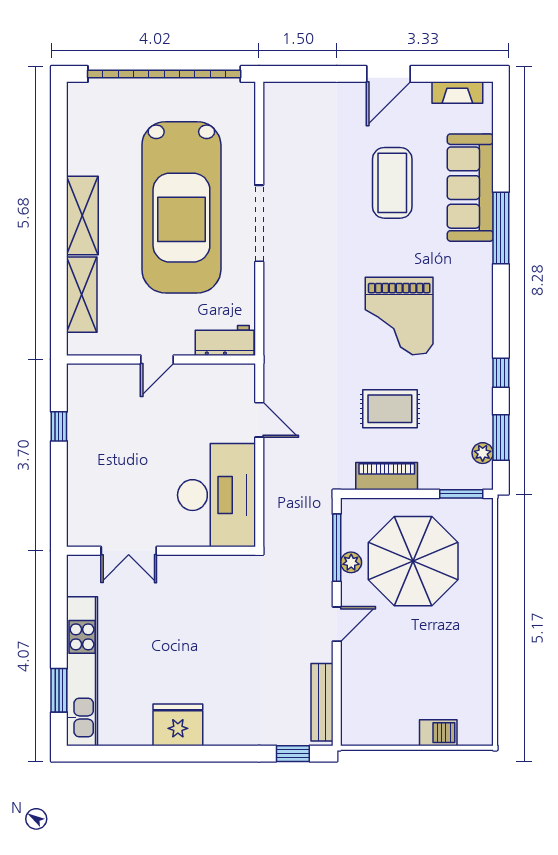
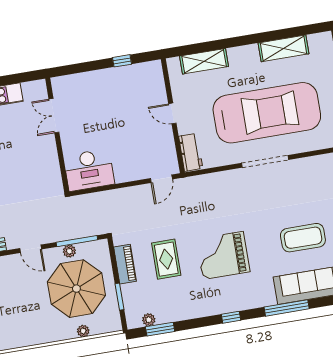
car: (181, 207) -> (267, 113), turned 180
shelving: (82, 215) -> (284, 48), moved
window: (501, 373) -> (231, 317), moved
door: (259, 420) -> (161, 179), moved
window: (461, 494) -> (120, 297), moved
desk: (217, 495) -> (89, 170), width x0.73, depth x0.77
plant: (483, 562) -> (83, 331), added

